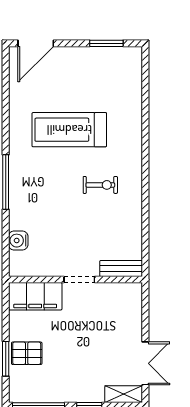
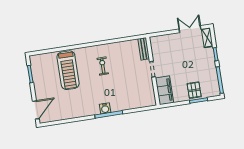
door: (36, 43) -> (36, 110), hinge flipped
treadmill: (69, 130) -> (68, 70), moved
water cooler: (18, 241) -> (105, 108), moved

